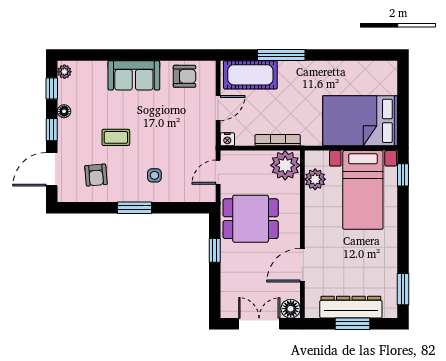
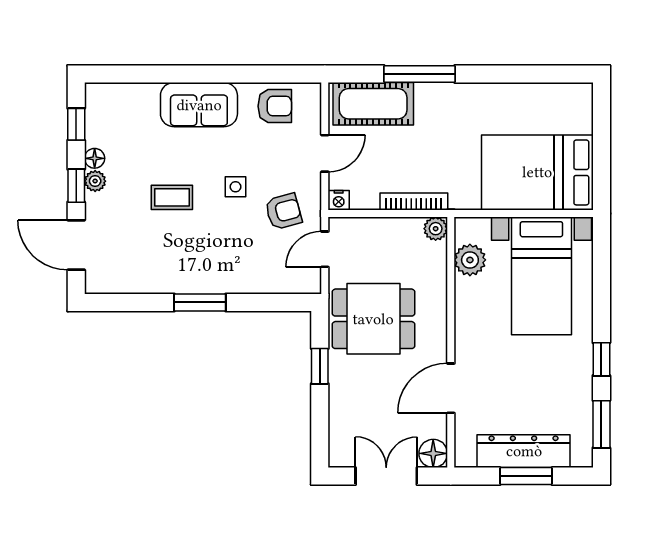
plant: (64, 72) -> (95, 181), moved
plant: (285, 165) -> (436, 229), width x0.53, depth x0.53
door: (52, 169) -> (76, 245), hinge flipped
armchair: (96, 175) -> (283, 211), moved, turned -100
side table: (154, 175) -> (236, 187), moved
window: (403, 175) -> (601, 359), moved

